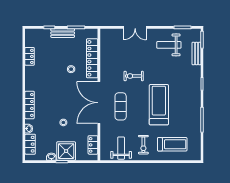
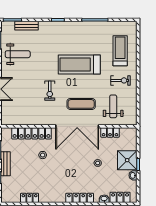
weight bench: (169, 45) -> (18, 54), turned -90
locker: (93, 145) -> (110, 132), moved
weight bench: (121, 148) -> (113, 106), moved, turned 90

